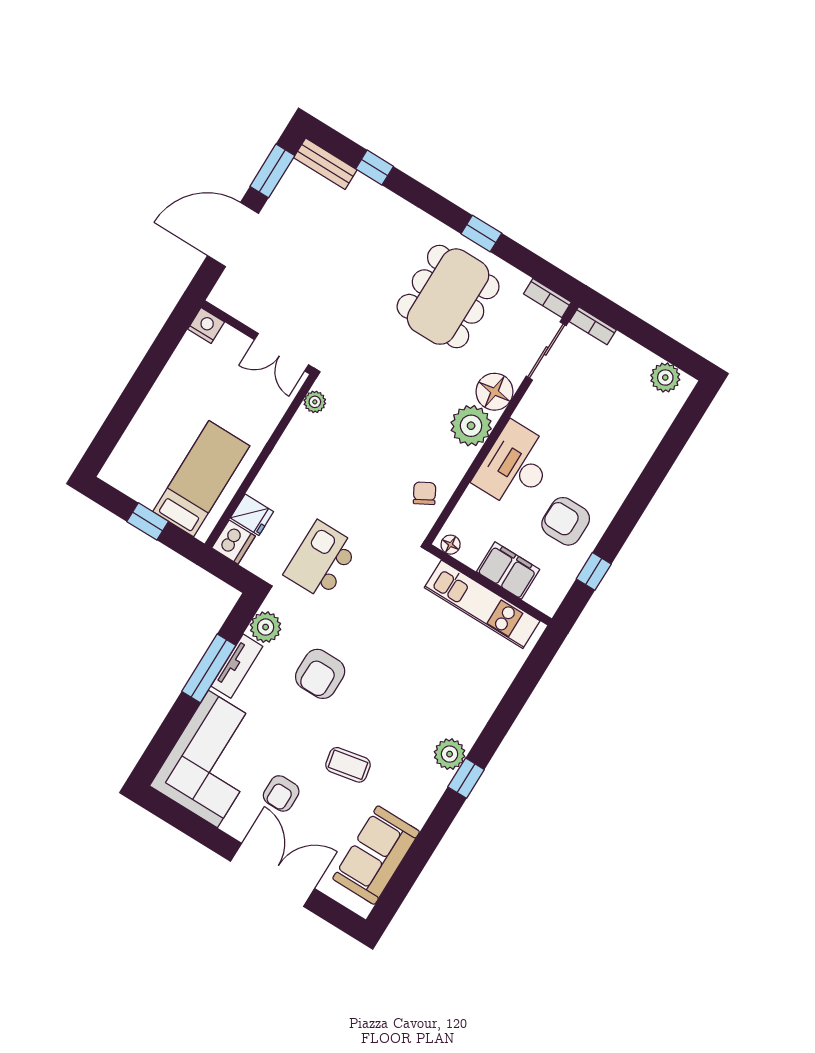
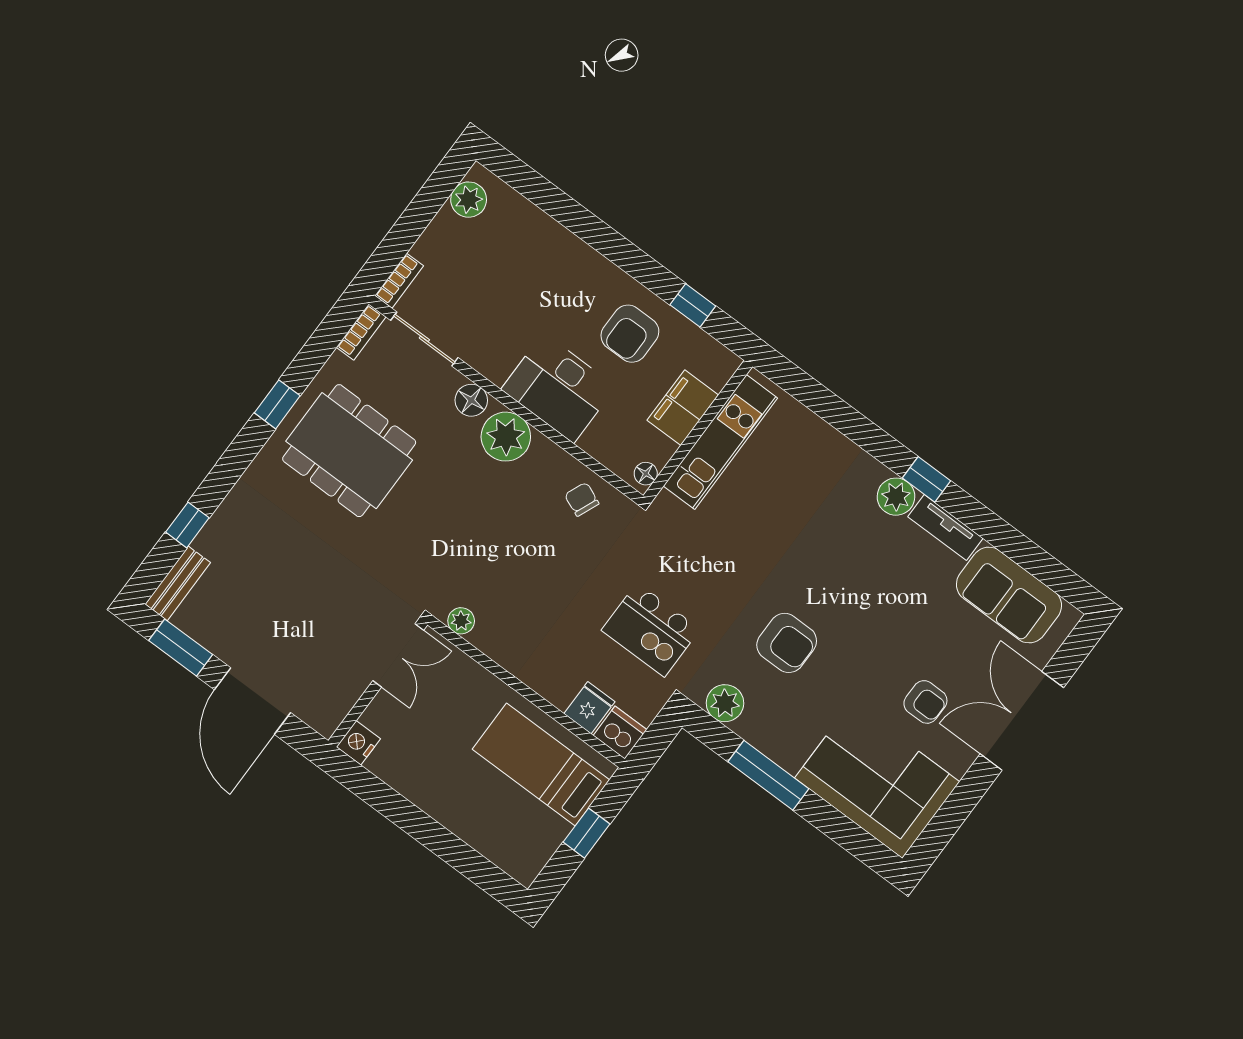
floor lamp: (494, 392) -> (471, 400), width x0.73, depth x0.73
chair: (425, 493) -> (582, 499), turned 52
tv unit: (237, 666) -> (945, 528), moved, turned 180
coffee table: (348, 765) -> (898, 619), removed

